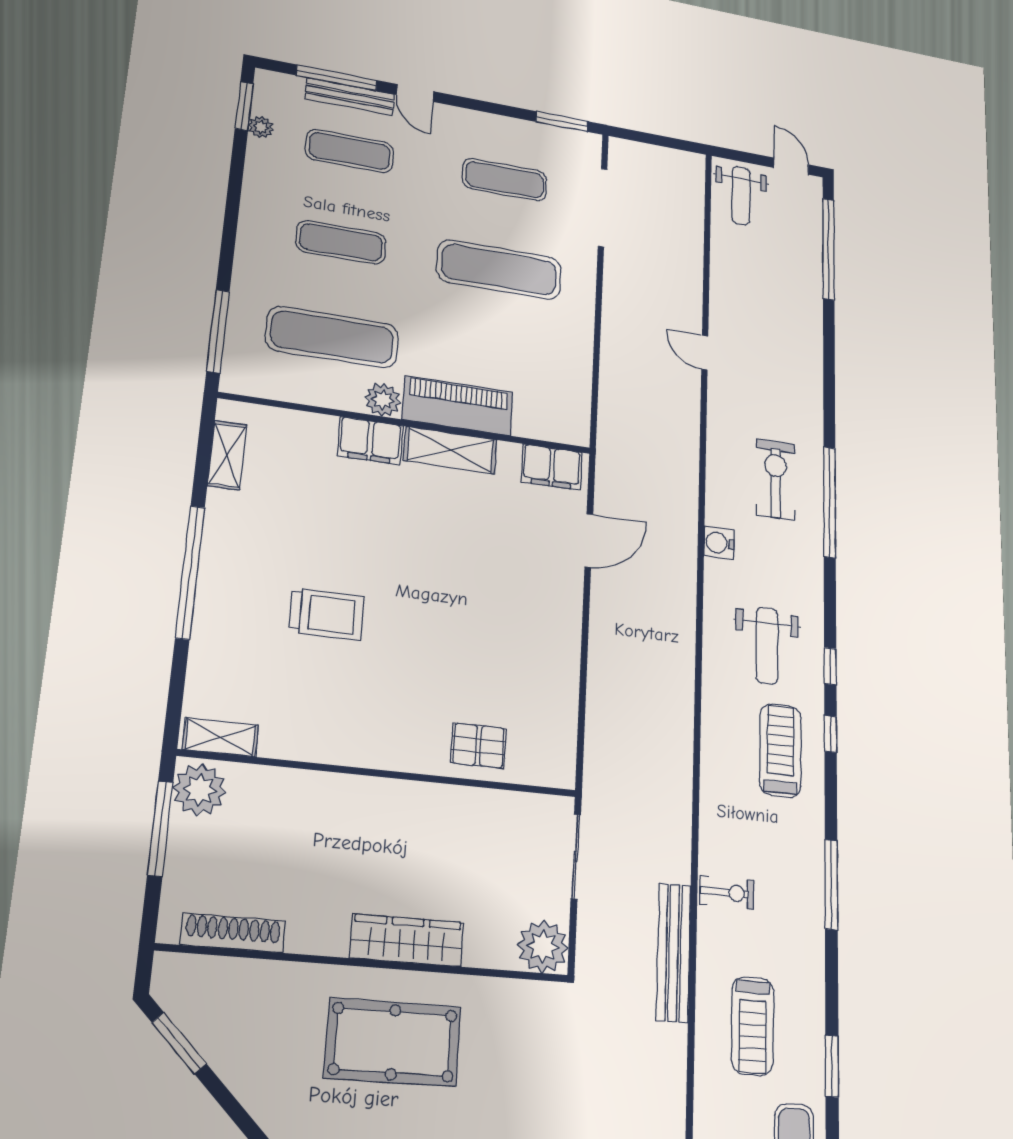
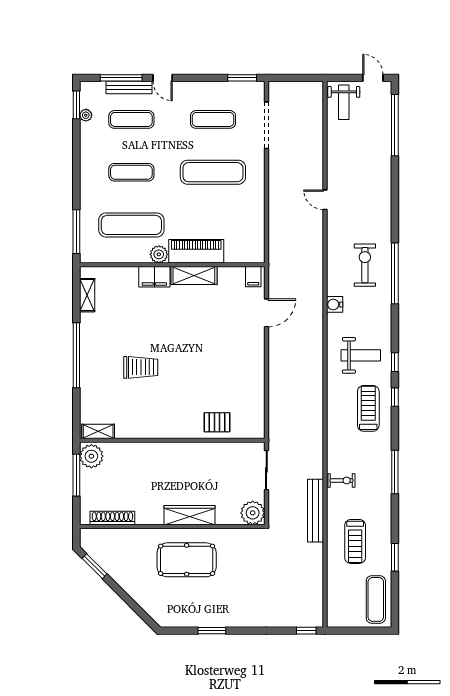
filing cabinet: (552, 467) -> (253, 277), width x0.50
weight bench: (767, 646) -> (361, 355), turned -90

